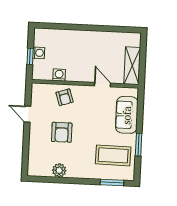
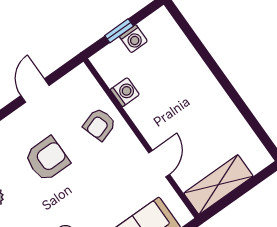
armchair: (62, 132) -> (47, 159), turned 180

